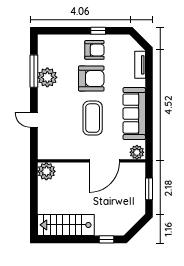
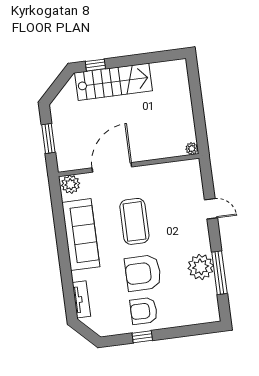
plant: (46, 171) -> (192, 149), width x0.53, depth x0.53
stairs: (66, 225) -> (113, 82), moved

